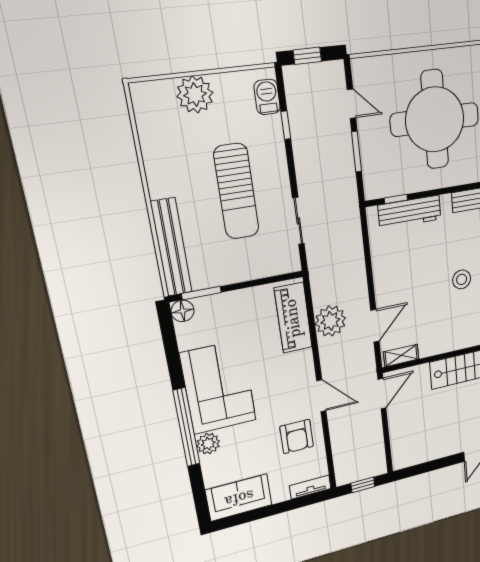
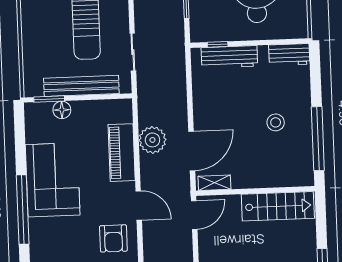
bench: (171, 247) -> (81, 86), moved, turned 90
floor lamp: (183, 311) -> (62, 110), moved
piano: (293, 318) -> (122, 153), moved
door: (375, 326) -> (192, 151), width x1.36
plant: (208, 444) -> (38, 228), removed

